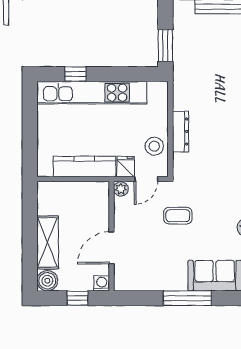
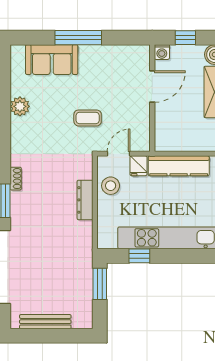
window: (75, 74) -> (139, 256), moved
plant: (121, 189) -> (143, 144), removed

